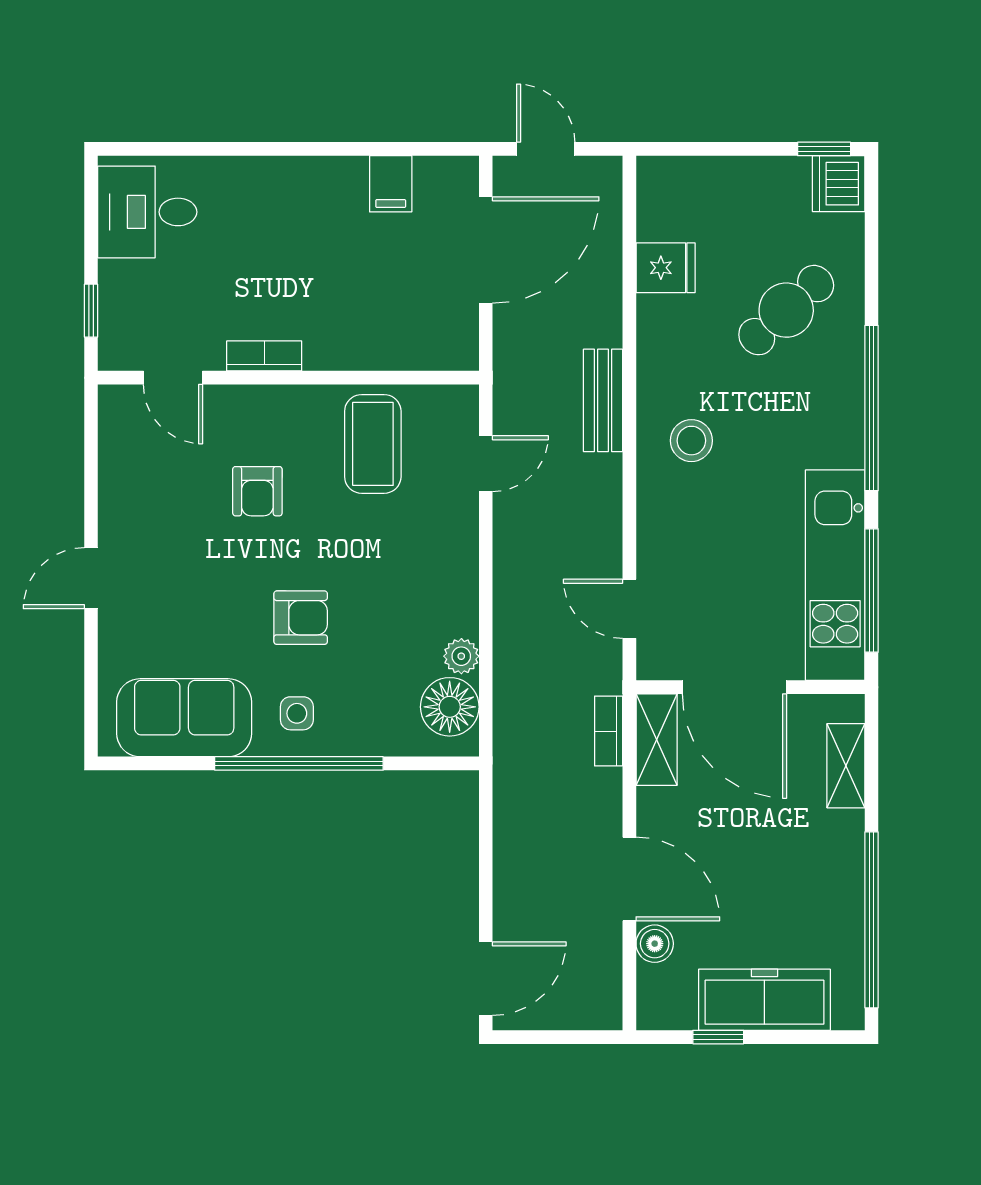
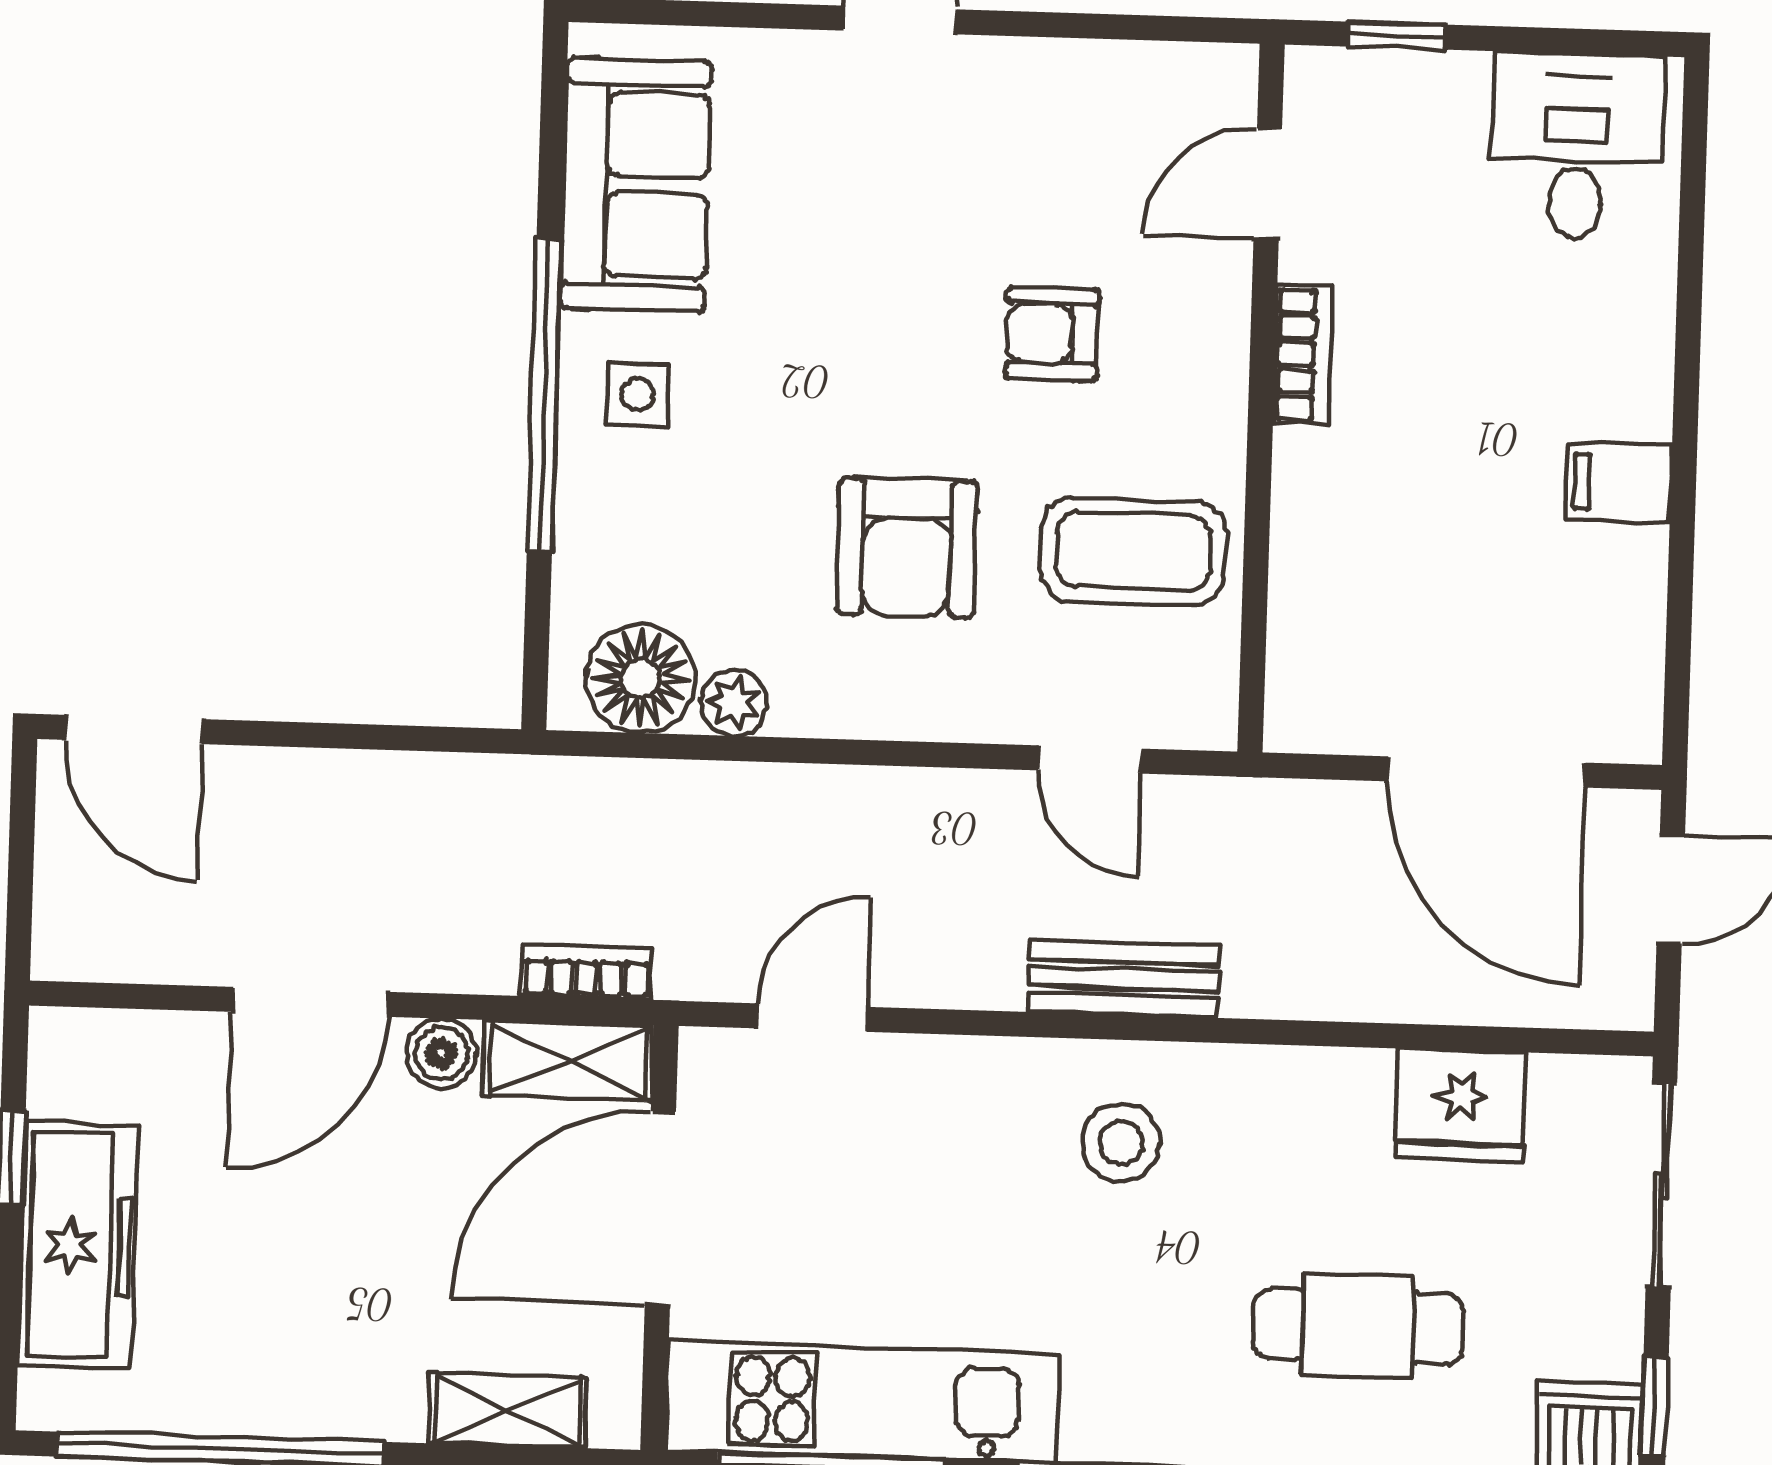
sliding door: (705, 149) -> (1661, 1185), added
filing cabinet: (391, 184) -> (1619, 482), moved
fridge: (666, 268) -> (1461, 1105), width x1.38
cafe table: (786, 310) -> (1358, 1326), turned -48
bench: (603, 400) -> (1124, 979), moved
armchair: (301, 618) -> (907, 547), moved, width x1.38, depth x1.38
boiler: (655, 944) -> (442, 1053), moved

